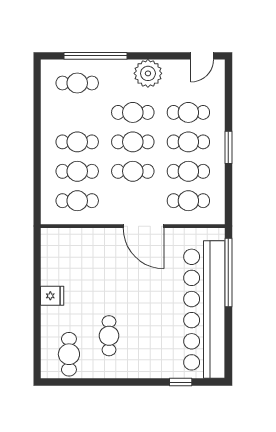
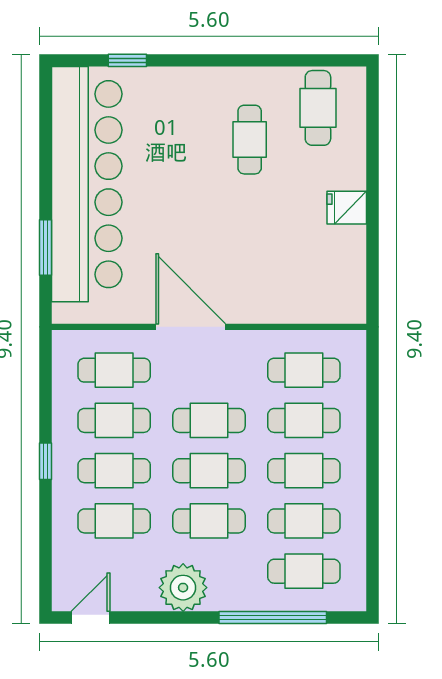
cafe table: (77, 112) -> (304, 521), added
window: (228, 147) -> (45, 461), width x0.67
window: (228, 273) -> (45, 247), width x0.47

